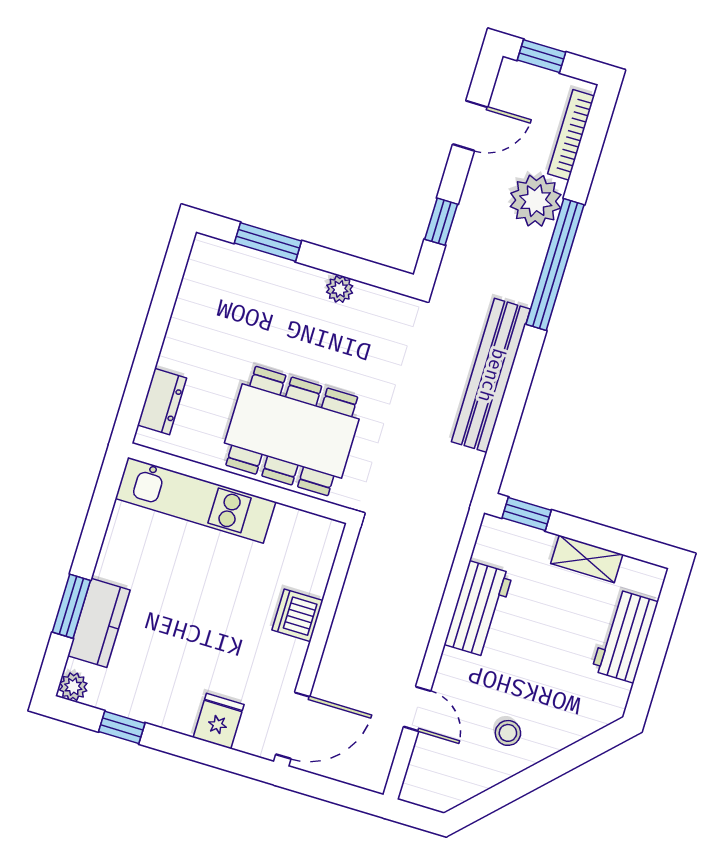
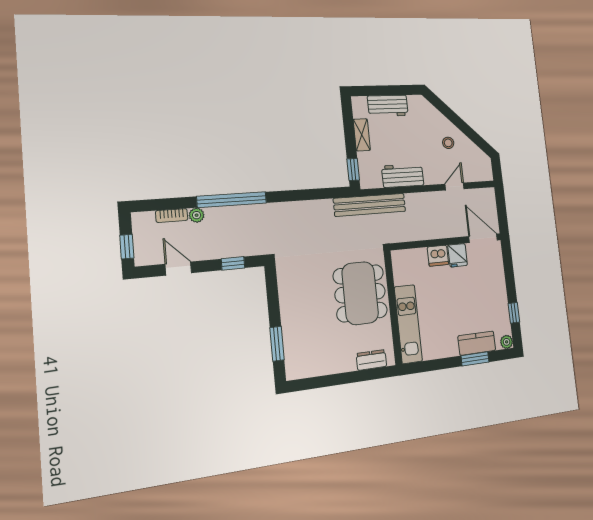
bookcase: (571, 135) -> (172, 216), width x0.64
plant: (536, 201) -> (197, 215), width x0.53, depth x0.53
plant: (340, 289) -> (286, 299), removed
bench: (491, 375) -> (370, 205), moved
fridge: (219, 721) -> (458, 255), moved, turned -90

